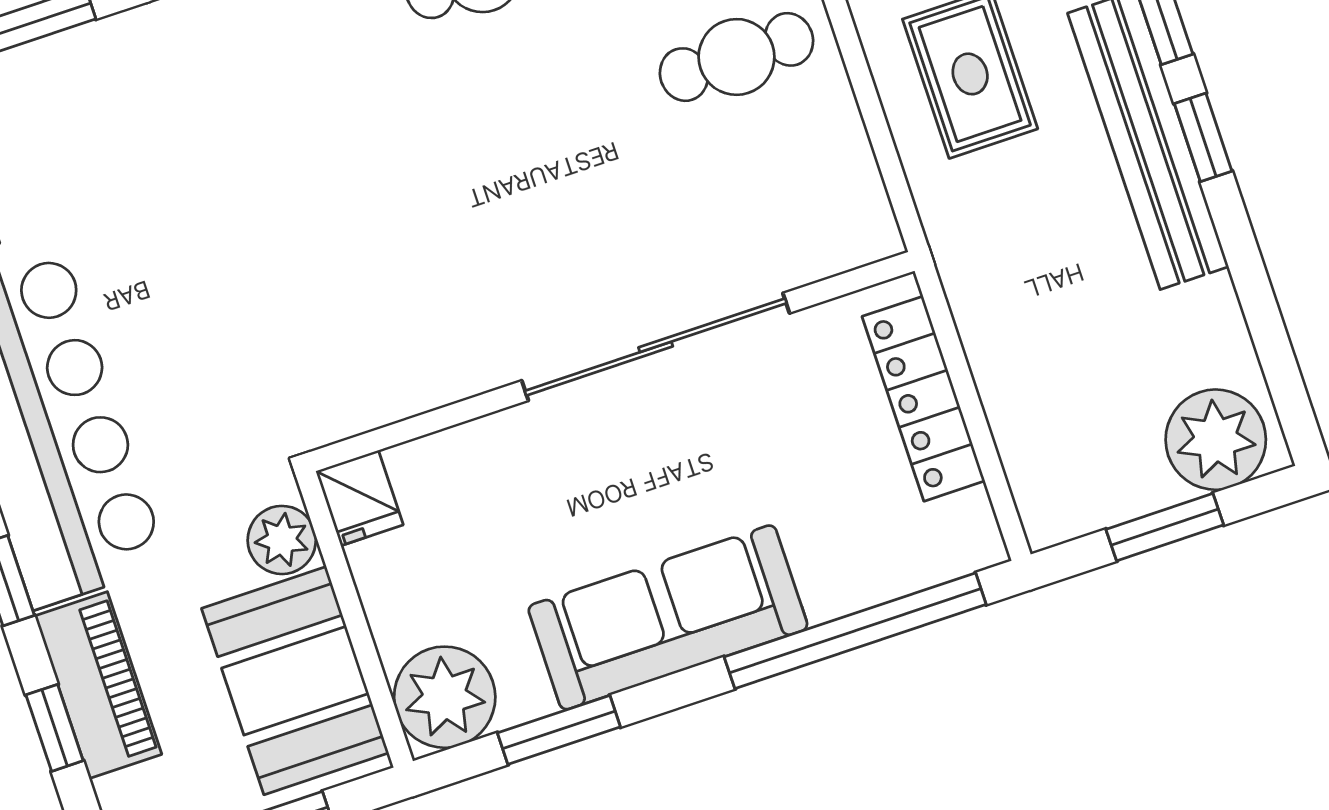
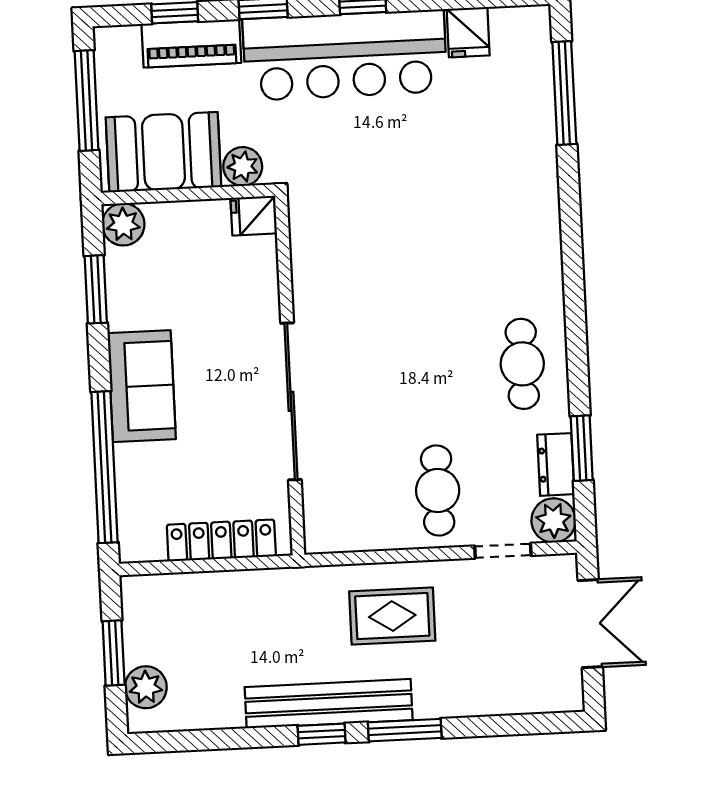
plant: (1216, 440) -> (146, 687), width x0.73, depth x0.73
sofa: (668, 617) -> (142, 386), width x0.73
plant: (445, 697) -> (123, 224), width x0.73, depth x0.73

